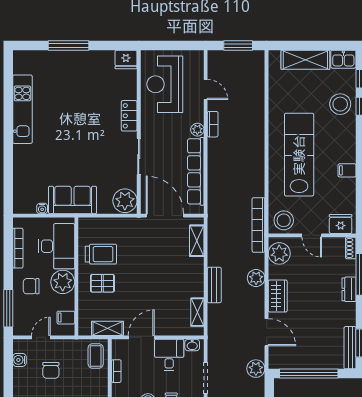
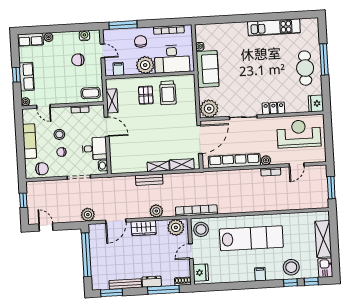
cafe table: (78, 71) -> (305, 68), added
filing cabinet: (347, 170) -> (260, 274), moved
shelving: (197, 312) -> (158, 166), moved
bench: (350, 348) -> (125, 284), moved

